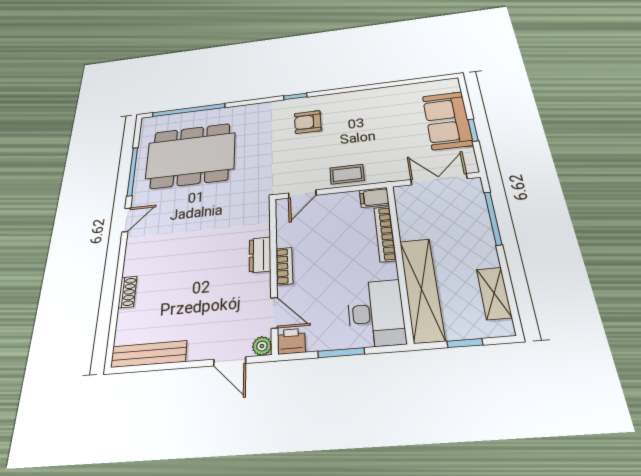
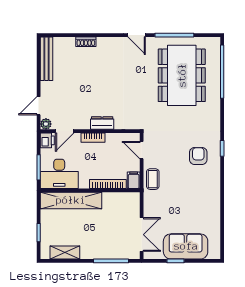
filing cabinet: (374, 197) -> (134, 180), moved
bookcase: (385, 234) -> (108, 184), moved
wall: (399, 260) -> (90, 190), moved
shelving: (422, 289) -> (71, 200), moved
desk: (376, 313) -> (59, 174), moved

